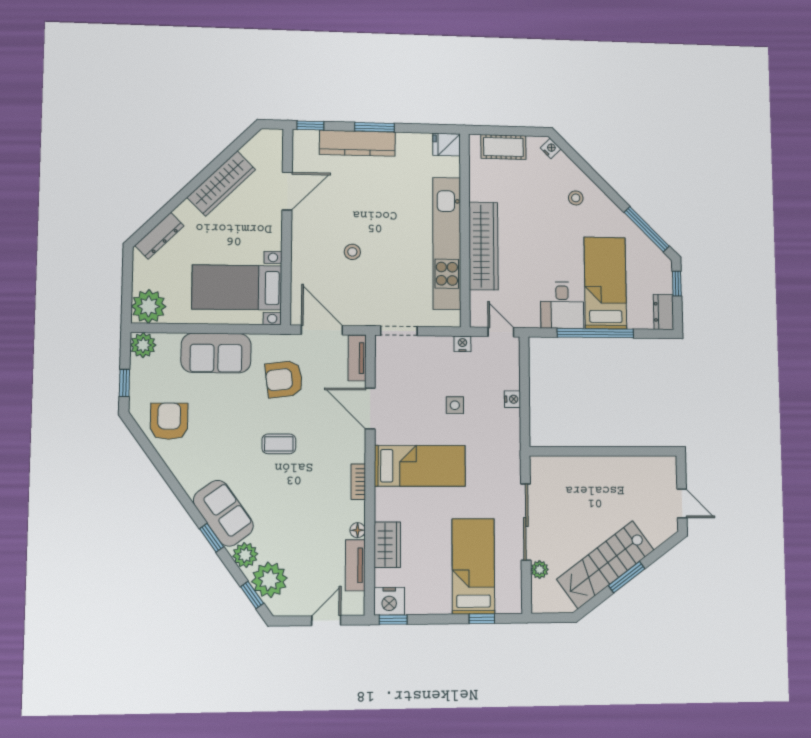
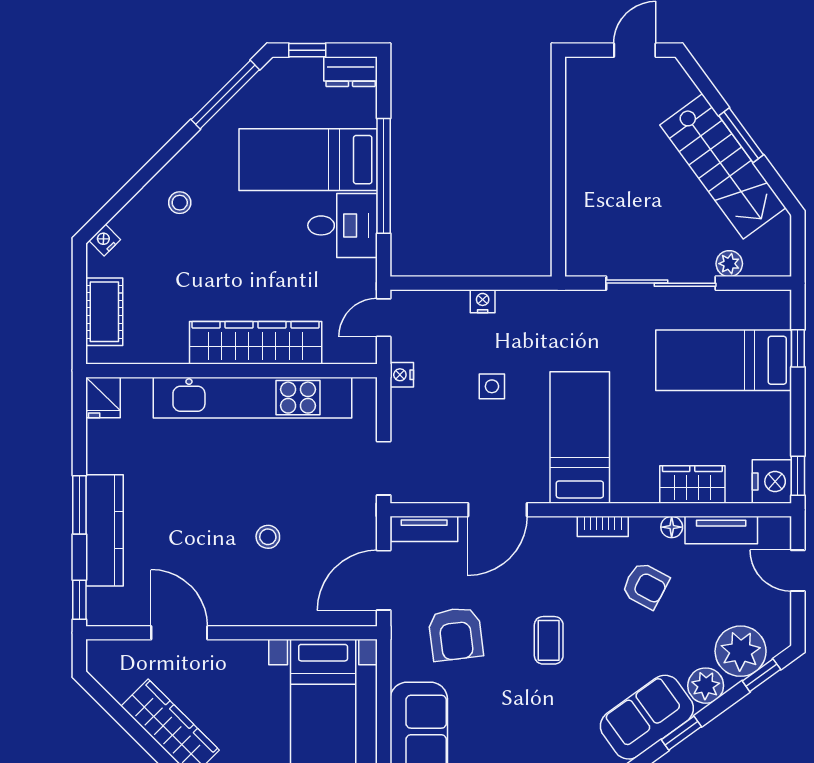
armchair: (317, 512) -> (645, 585), added

